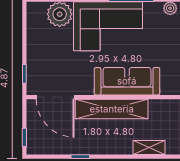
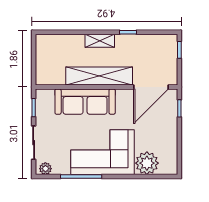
door: (55, 97) -> (151, 87), swing flipped
shelving: (149, 147) -> (100, 41), moved

